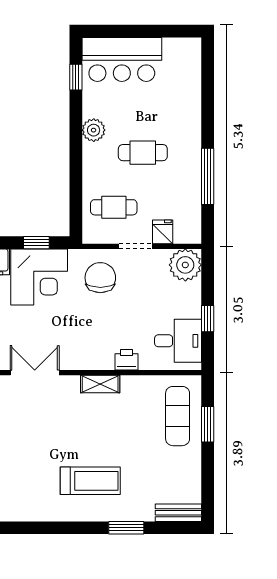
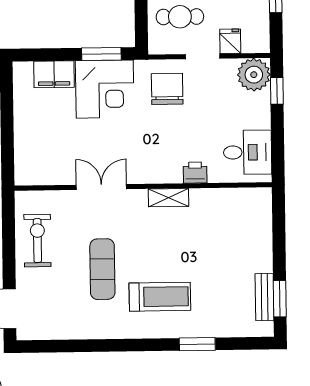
window: (36, 243) -> (101, 54), width x1.50
window: (208, 319) -> (277, 91), moved
exercise mat: (178, 416) -> (102, 269), moved
window: (208, 424) -> (280, 299), moved
bench: (178, 513) -> (264, 297), moved, turned 90

